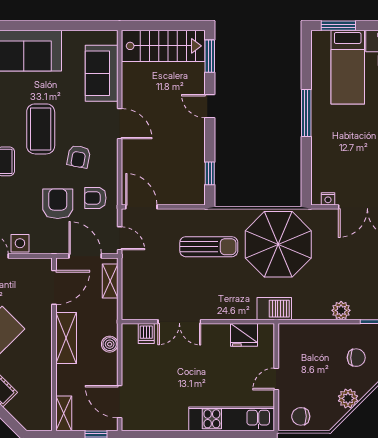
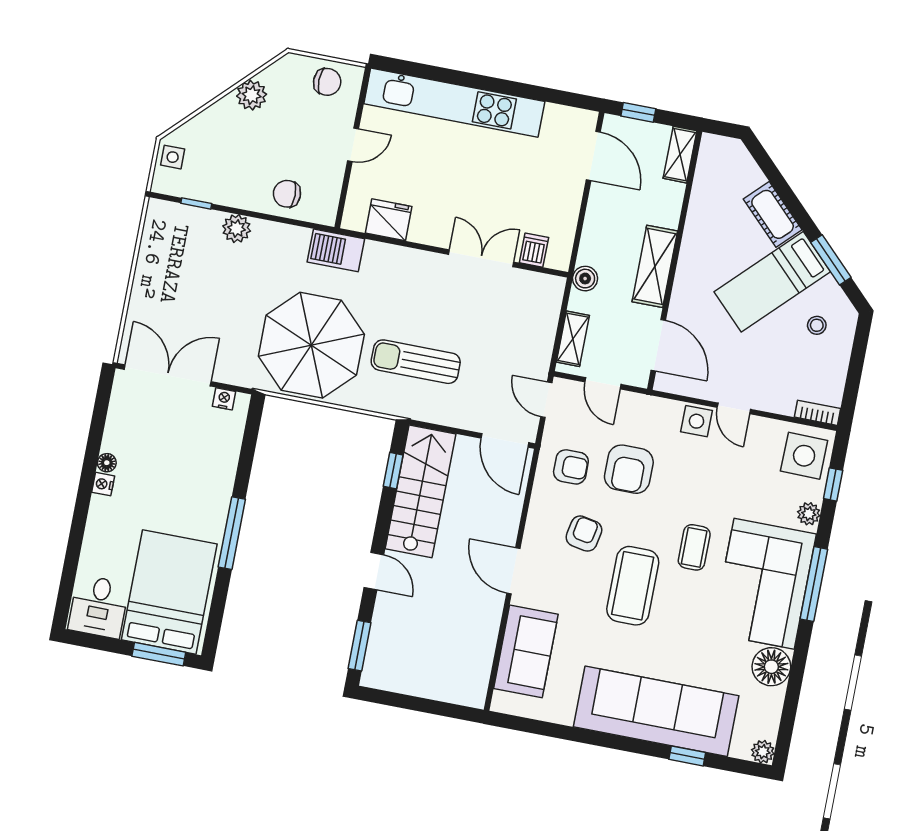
stairs: (163, 46) -> (421, 491), moved, turned 90
bed: (348, 67) -> (169, 592), width x1.50
door: (85, 256) -> (603, 383), width x0.73
door: (54, 287) -> (658, 345), swing flipped
boiler: (110, 344) -> (585, 279), moved
chair: (356, 358) -> (287, 194), moved
kitchen unit: (232, 419) -> (454, 103), width x1.36

